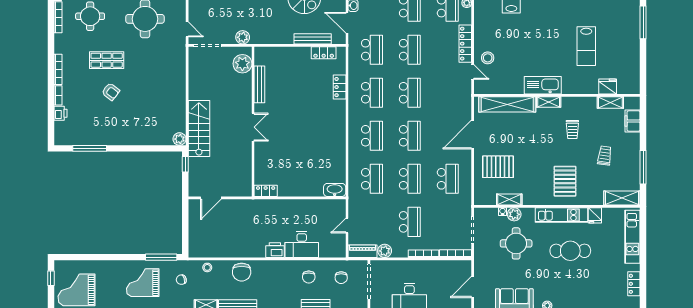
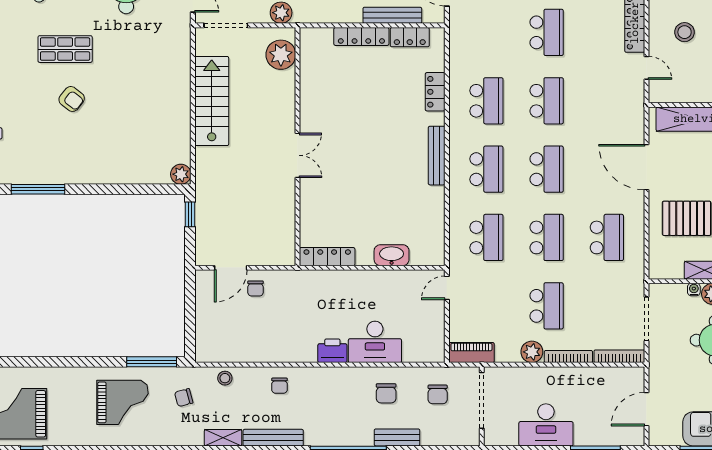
school desk: (372, 50) -> (486, 32), removed
locker: (293, 52) -> (361, 36), added
stool: (488, 58) -> (685, 32), moved
bench: (259, 84) -> (437, 156), moved
stairs: (199, 128) -> (212, 101), moved
door: (473, 135) -> (646, 167), hinge flipped
washbasin: (335, 190) -> (392, 255), moved
locker: (266, 191) -> (327, 257), width x1.53
chair: (227, 211) -> (256, 288), added
door: (347, 225) -> (447, 288), moved
plant: (385, 251) -> (532, 352), moved
chair: (242, 272) -> (279, 386), width x0.54, depth x0.54
grand piano: (143, 283) -> (122, 402), turned 180

